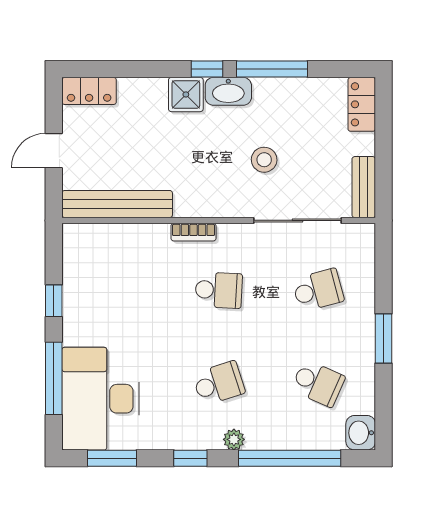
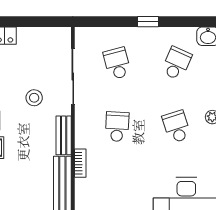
bench: (364, 187) -> (64, 135), moved, turned 90
bookcase: (193, 232) -> (80, 163), moved
window: (384, 339) -> (148, 22), width x0.67

